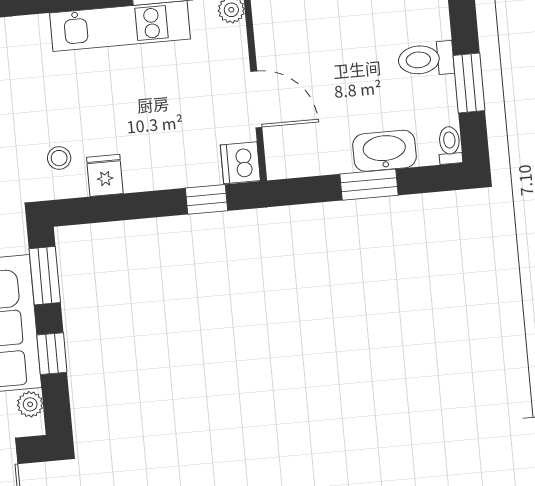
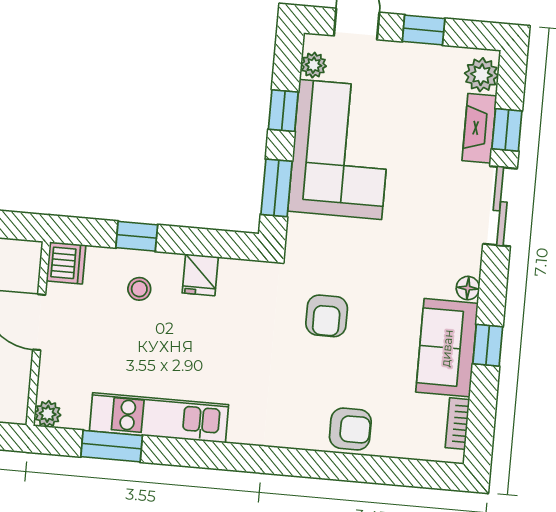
stool: (59, 158) -> (139, 289), moved
window: (206, 199) -> (137, 236), moved

